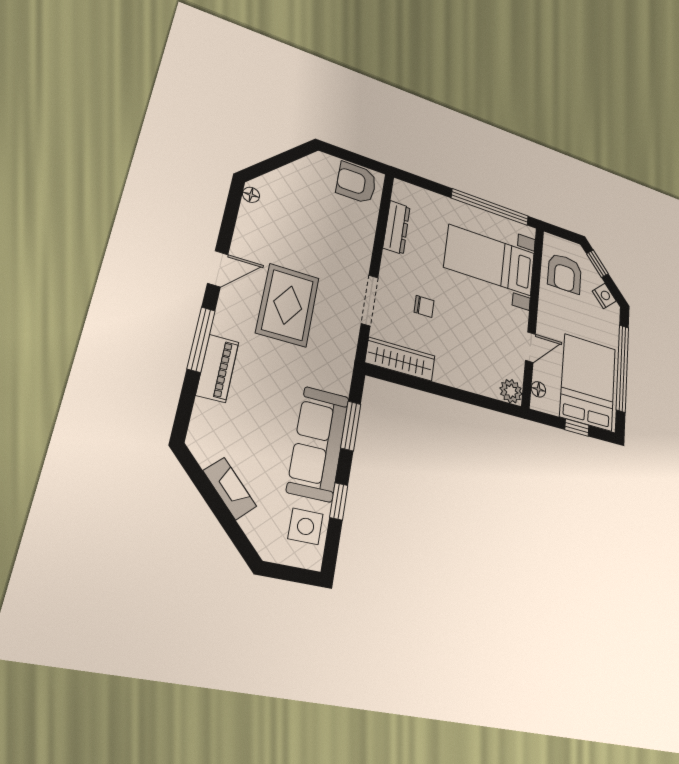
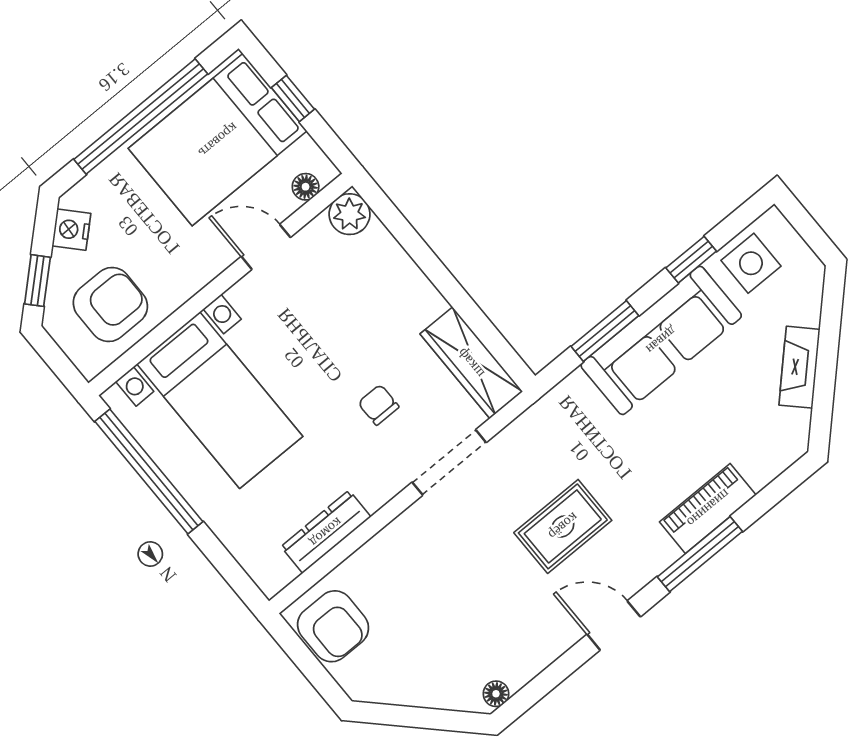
rug: (288, 305) -> (563, 526), width x0.73, depth x0.70

